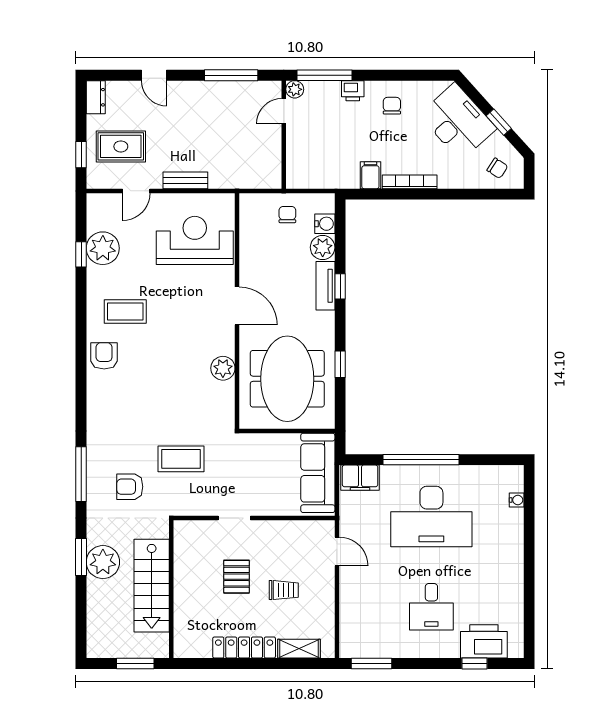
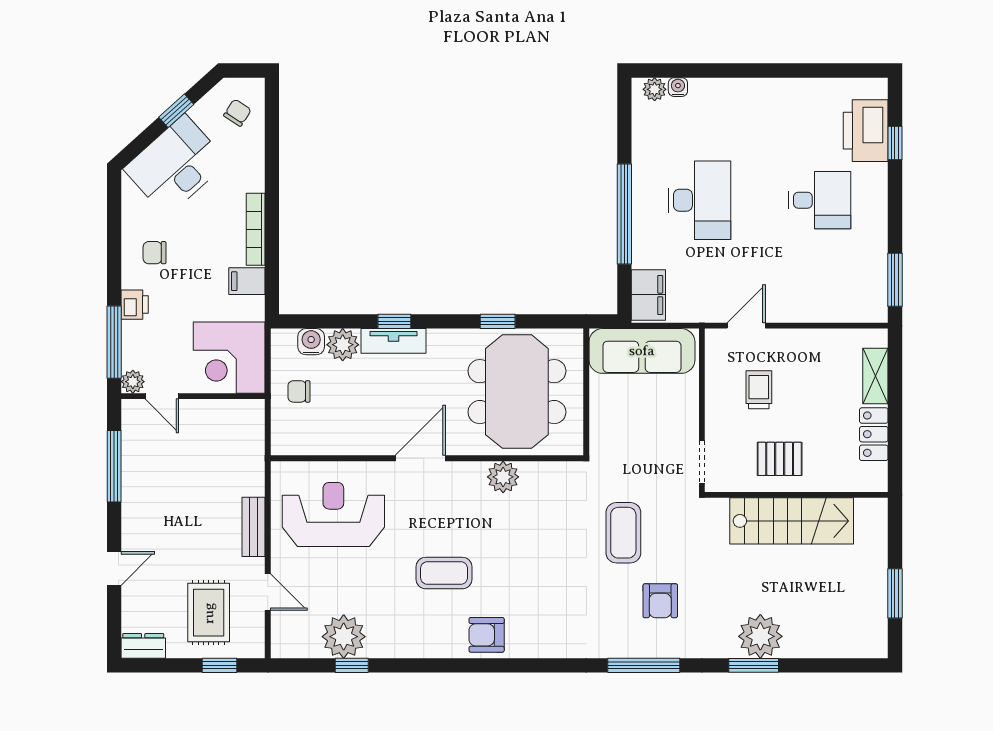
corner desk: (313, 162) -> (229, 358), added
reception desk: (195, 240) -> (333, 514), turned 90
coffee table: (125, 312) -> (444, 573), moved, turned 90
meeting table: (287, 379) -> (517, 392), turned 90
plant: (515, 482) -> (655, 89), added
desk: (431, 516) -> (700, 200), width x0.73, depth x0.77
stairs: (152, 586) -> (792, 521), moved
wall: (171, 589) -> (796, 495), moved
trolley: (284, 590) -> (759, 390), moved
locker: (244, 647) -> (874, 434), width x0.66

